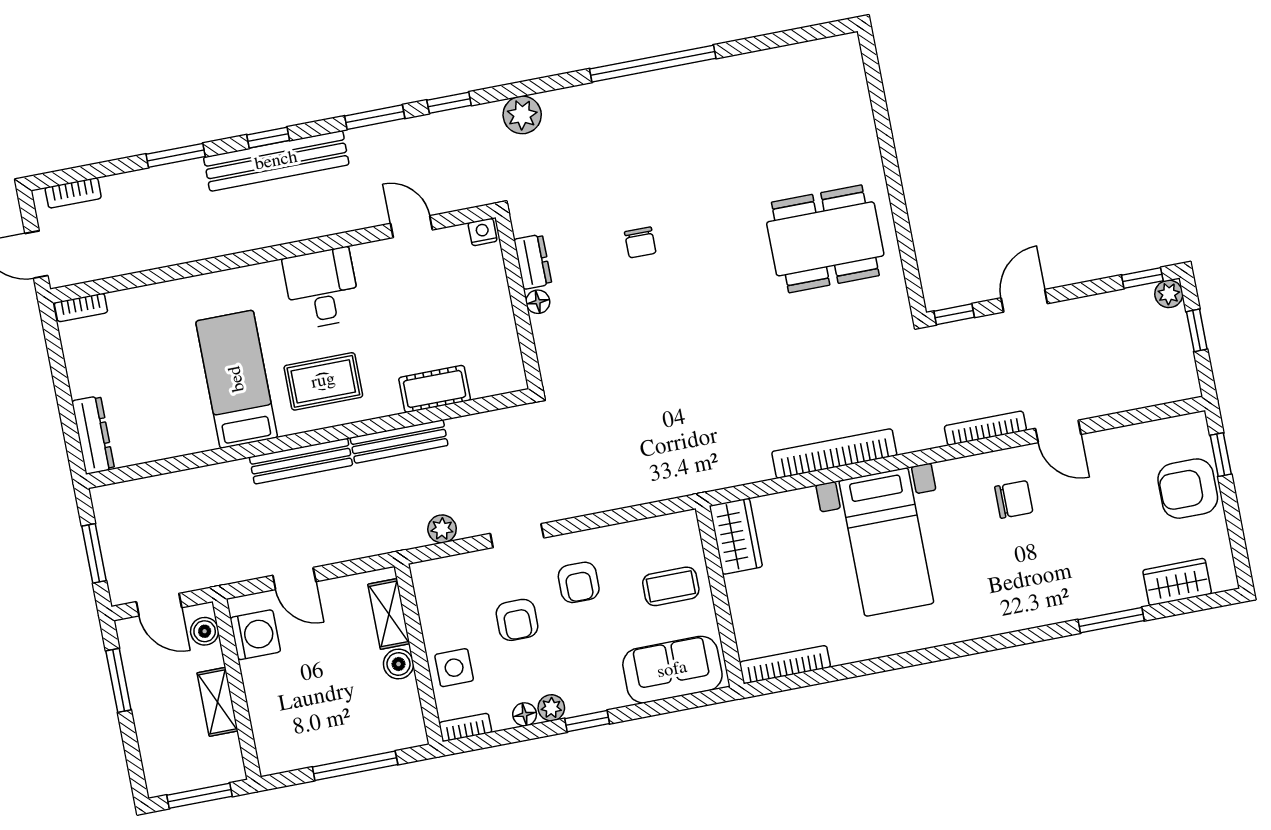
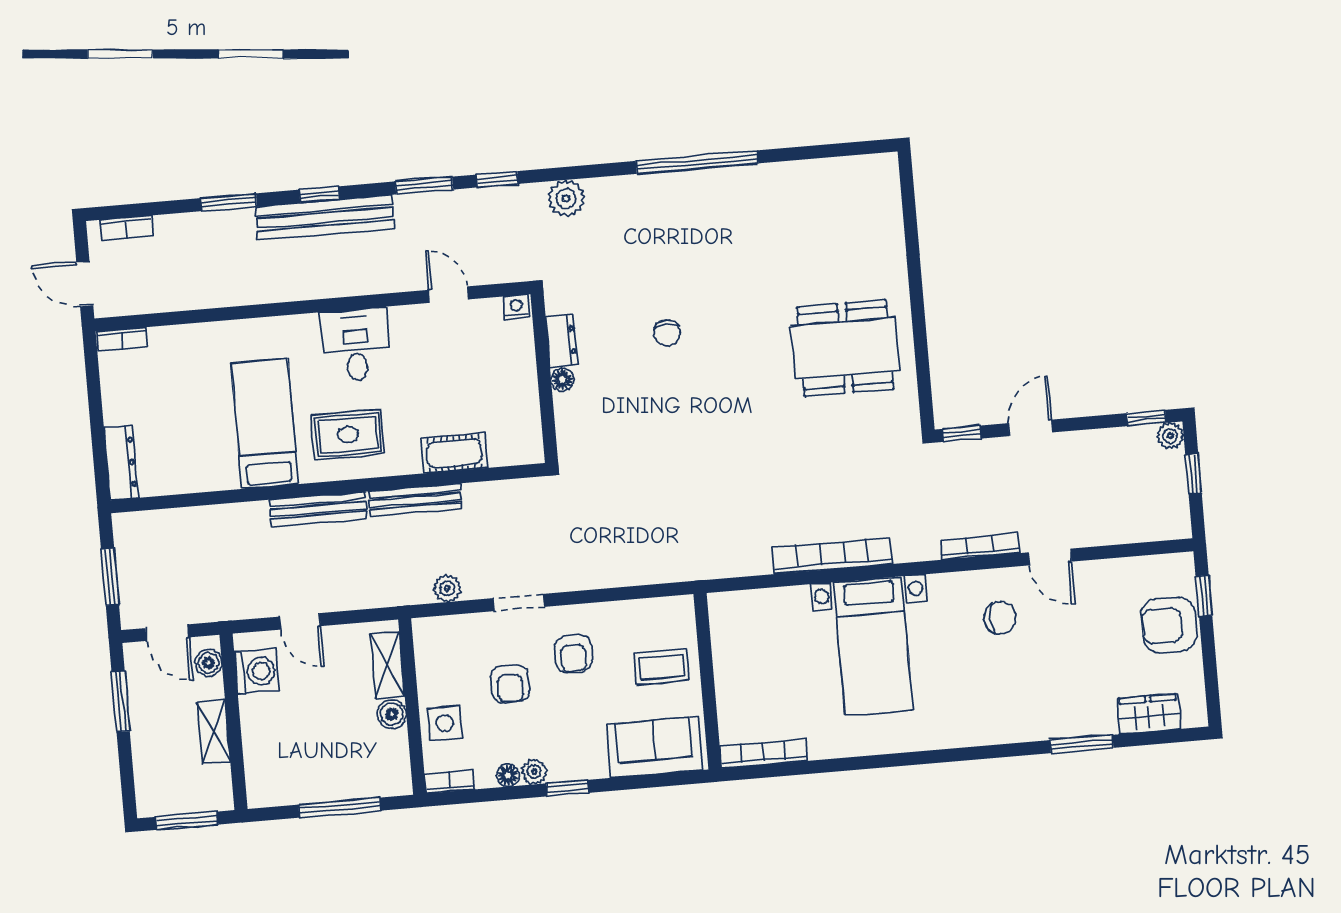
wardrobe: (736, 536) -> (729, 625), removed

